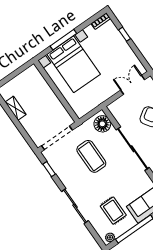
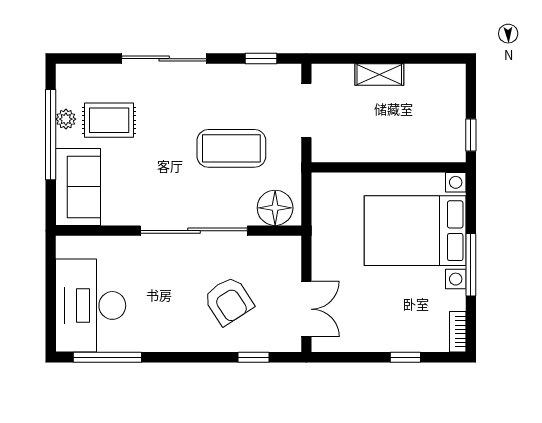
window: (63, 40) -> (471, 265), moved
window: (22, 69) -> (471, 135), added
shelving: (16, 108) -> (379, 74), moved
doorway: (57, 138) -> (306, 111), width x0.73
plant: (110, 237) -> (66, 119), moved

